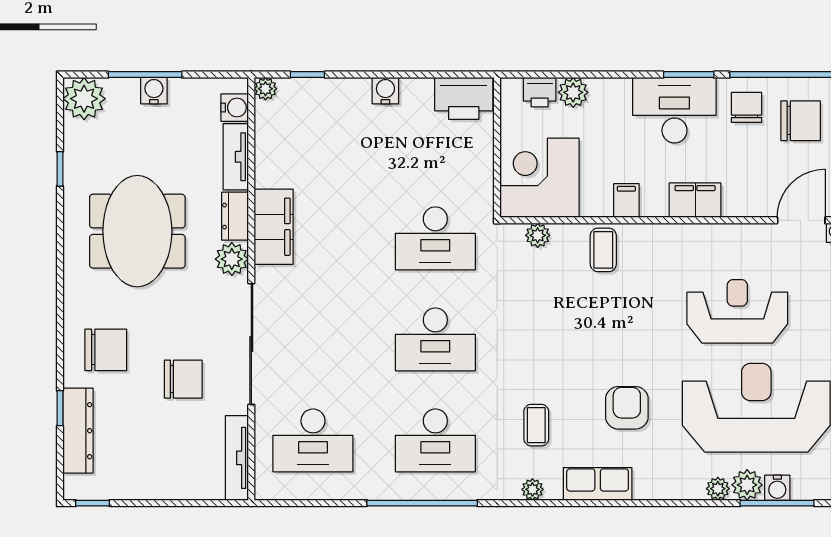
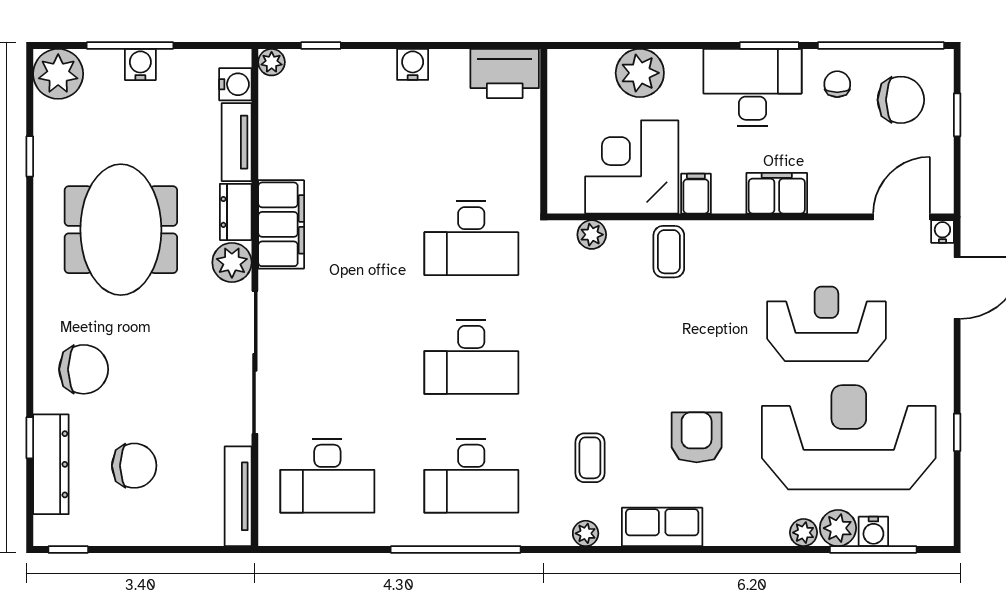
printer: (540, 92) -> (594, 66), removed
plant: (573, 92) -> (640, 73), width x1.36, depth x1.36
chair: (746, 107) -> (837, 84), width x0.73, depth x0.73
corner desk: (539, 178) -> (632, 167), moved
chair: (183, 379) -> (134, 466), moved

